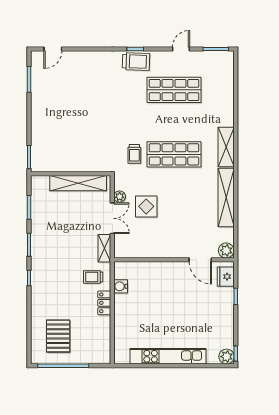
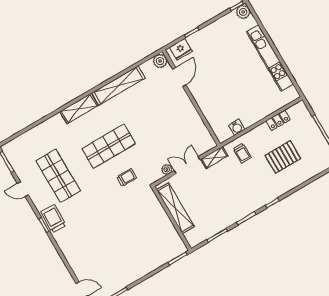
shop shelf: (174, 154) -> (109, 146), turned 90
display table: (146, 206) -> (162, 144), removed
locker: (104, 303) -> (278, 120), moved
pallet: (58, 336) -> (283, 157), moved

